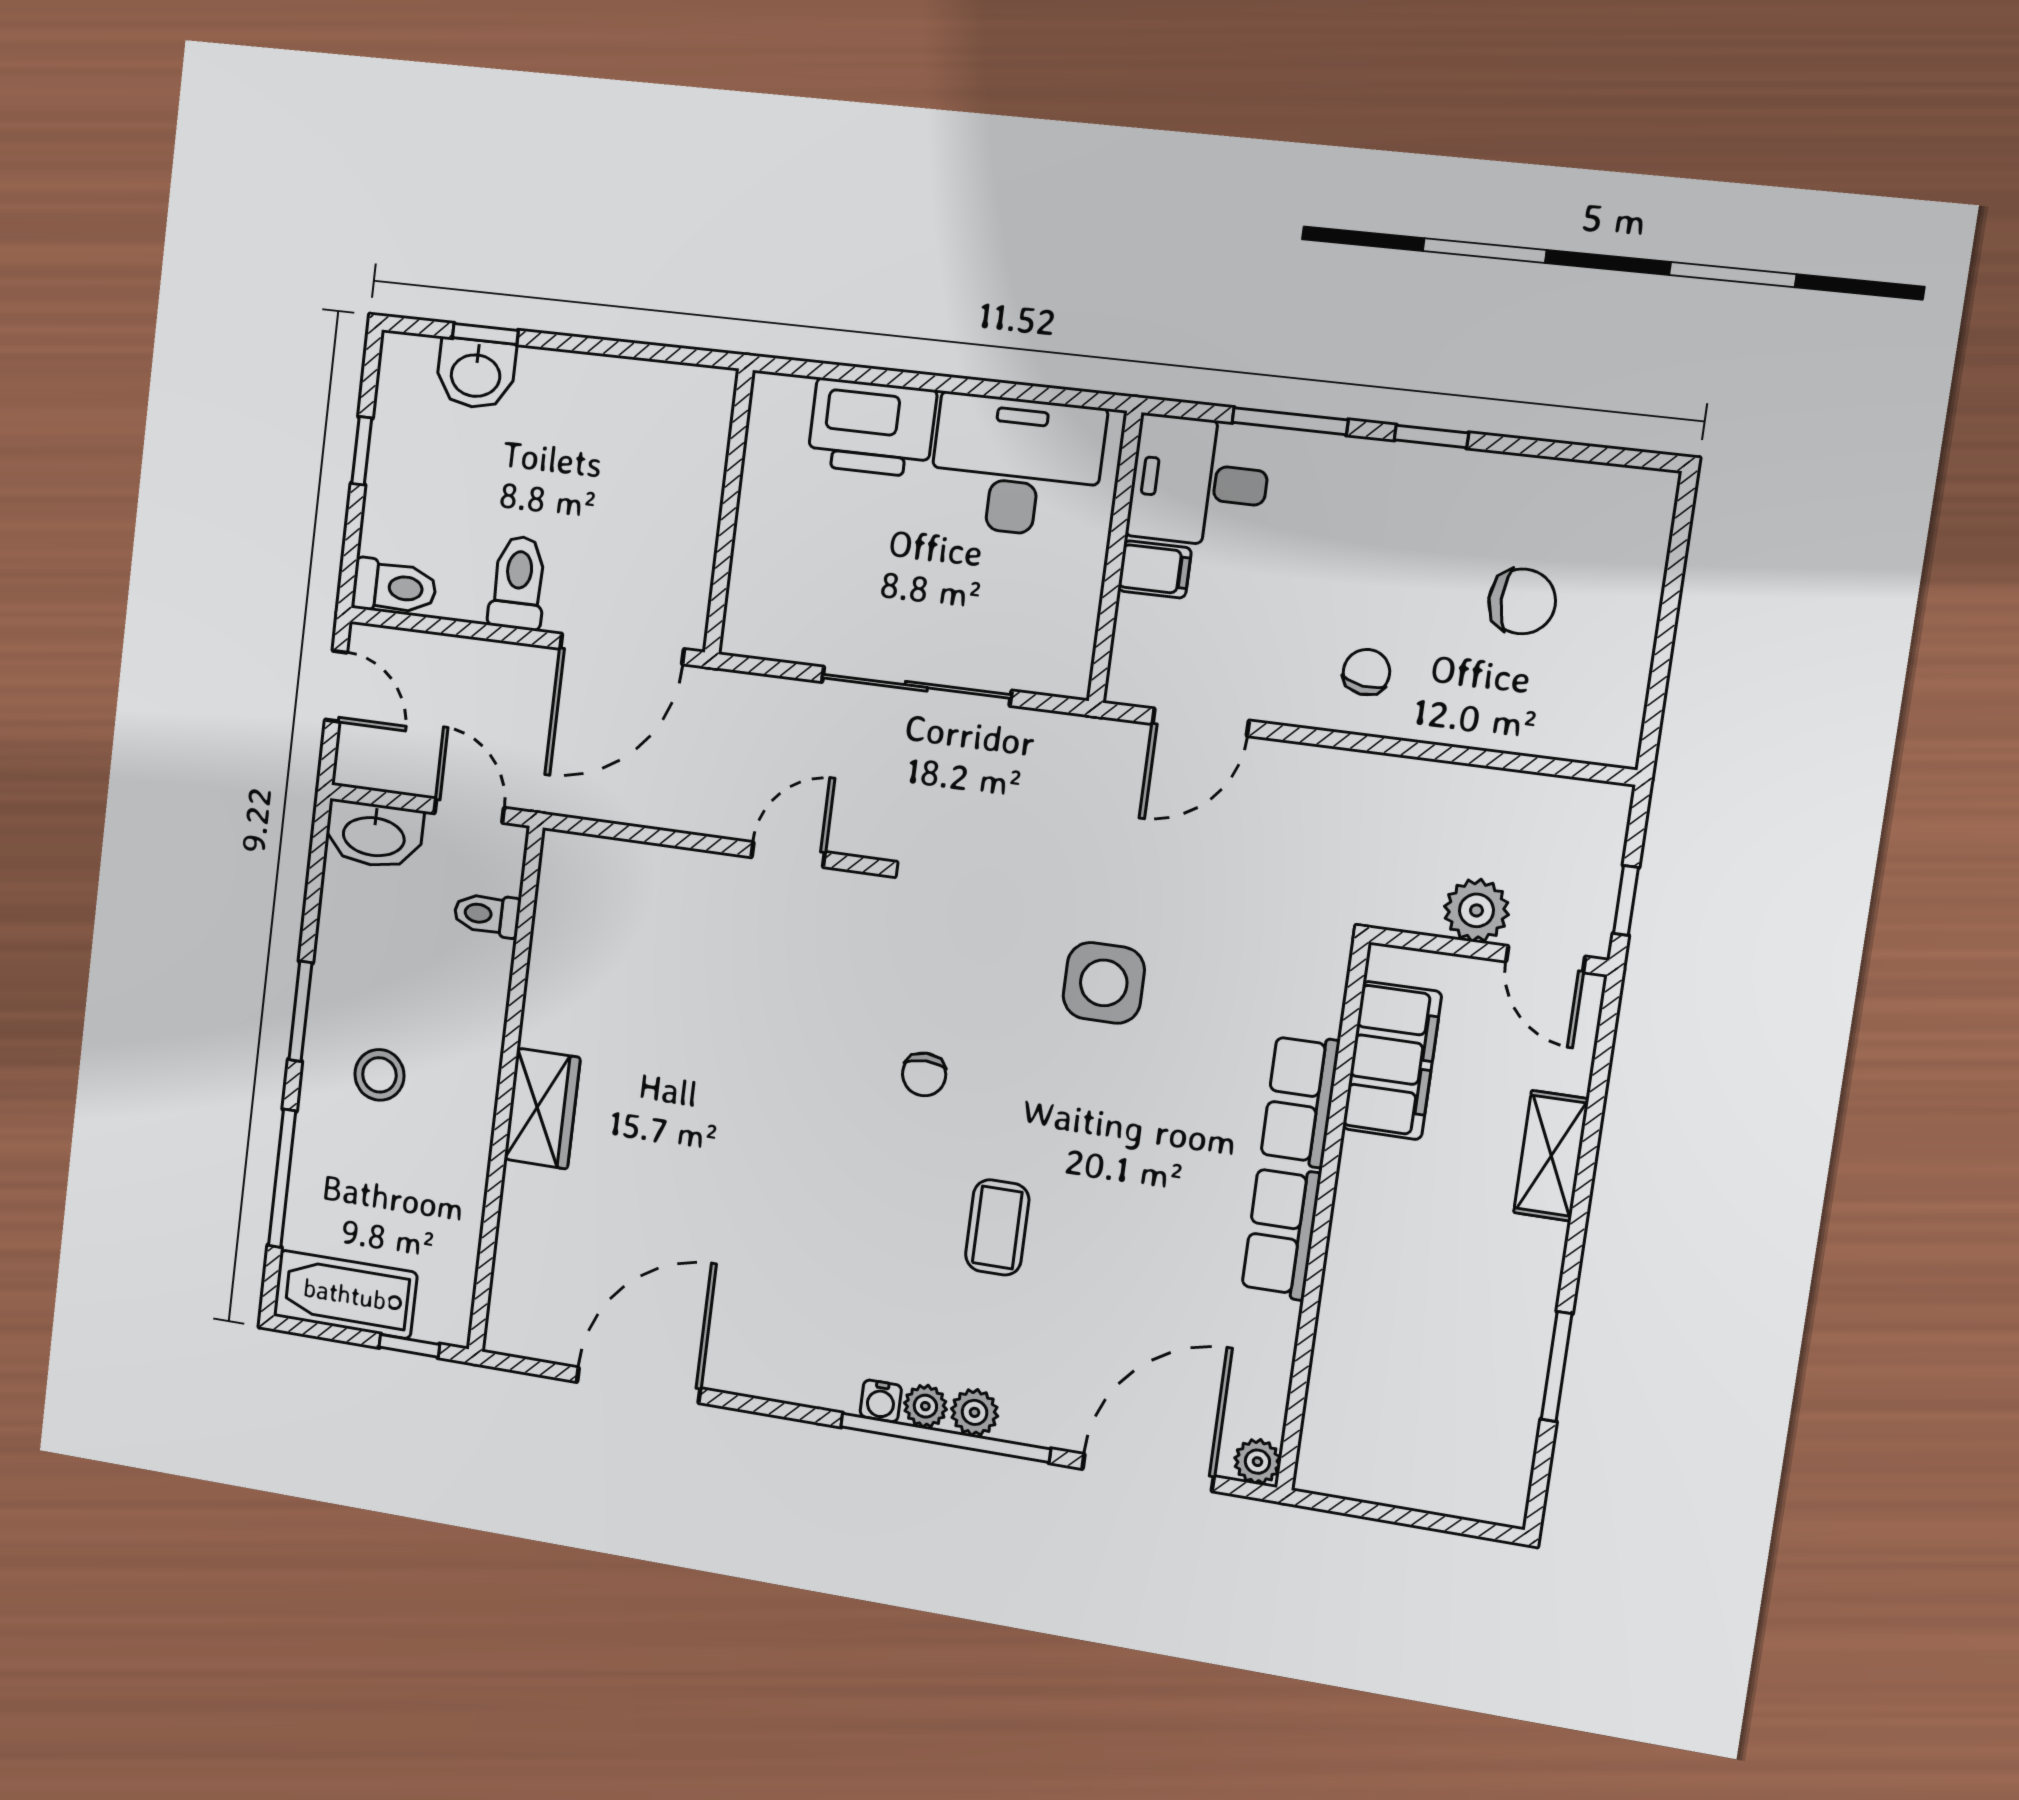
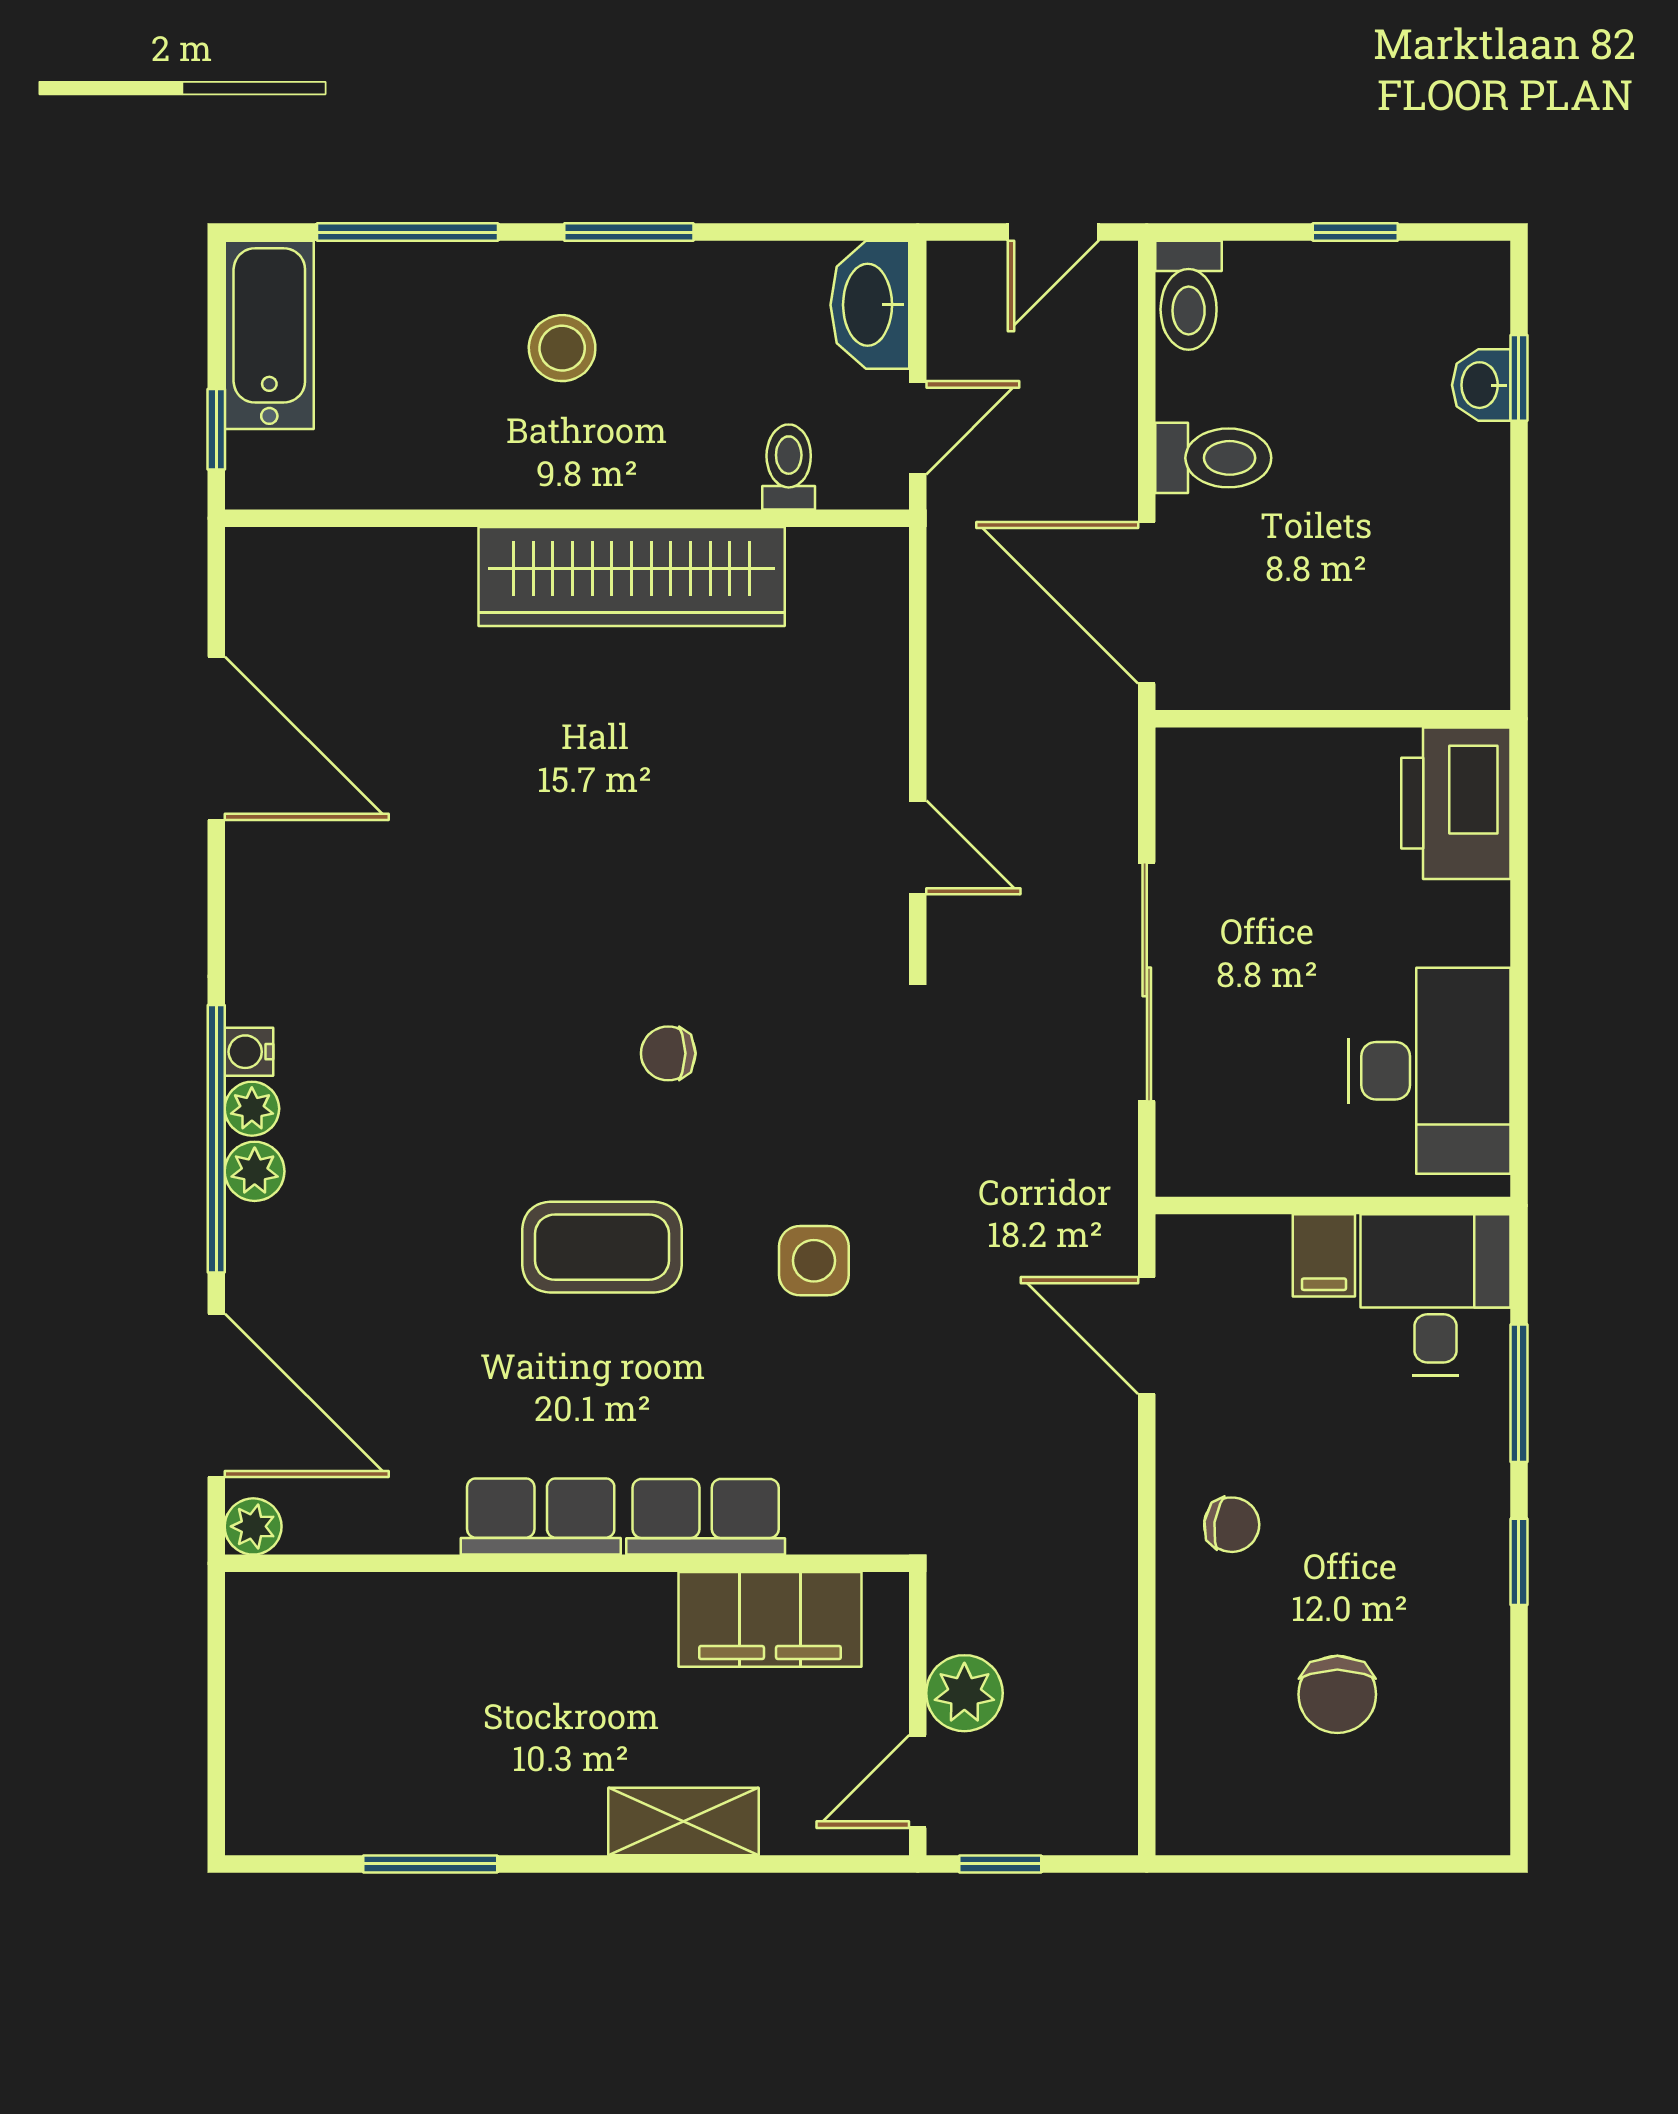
washbasin: (476, 374) -> (1481, 385), width x0.72, depth x0.69
printer: (872, 428) -> (1456, 803), moved
side table: (1104, 983) -> (814, 1261), width x0.73, depth x0.73
wardrobe: (542, 1108) -> (632, 576), width x2.10, depth x1.17
coffee table: (997, 1227) -> (602, 1247), moved, width x1.36, depth x1.30

